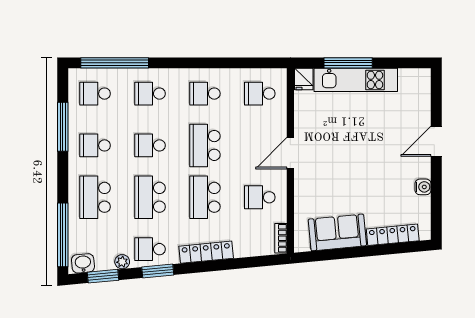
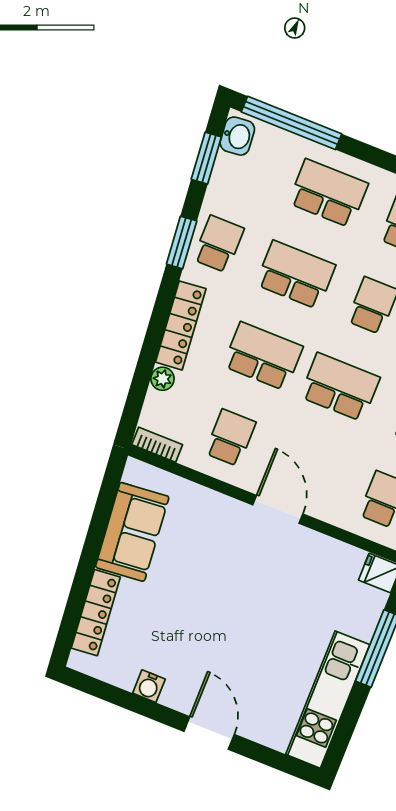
kitchen unit: (356, 80) -> (328, 700), moved
plant: (122, 262) -> (162, 379), moved

